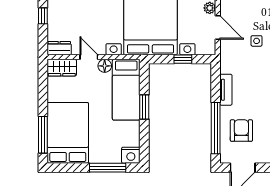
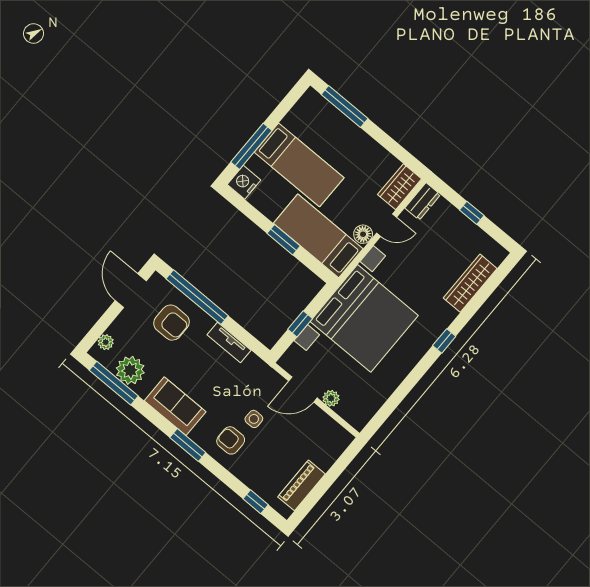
bed: (68, 133) -> (299, 165), moved, width x0.67

